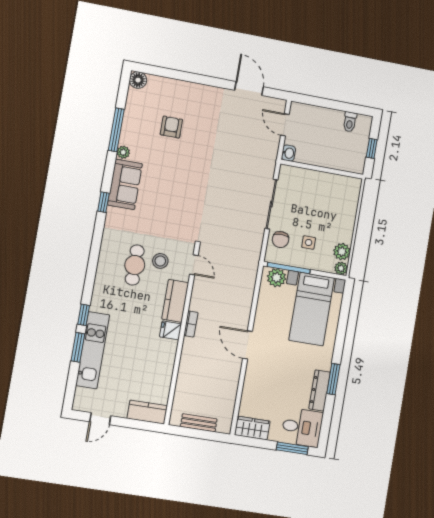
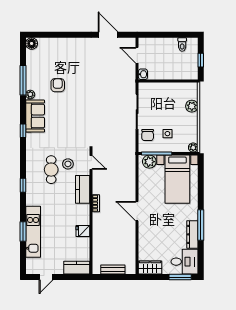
armchair: (171, 127) -> (58, 85), moved
plant: (342, 252) -> (192, 106), moved
window: (84, 315) -> (23, 185), moved
fridge: (171, 330) -> (83, 231), moved
window: (333, 379) -> (201, 225), width x1.44

